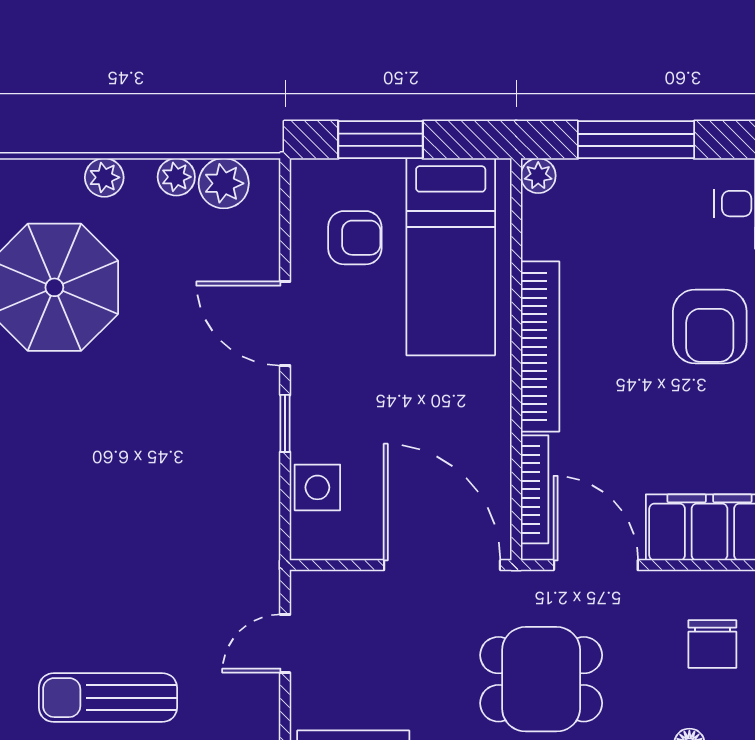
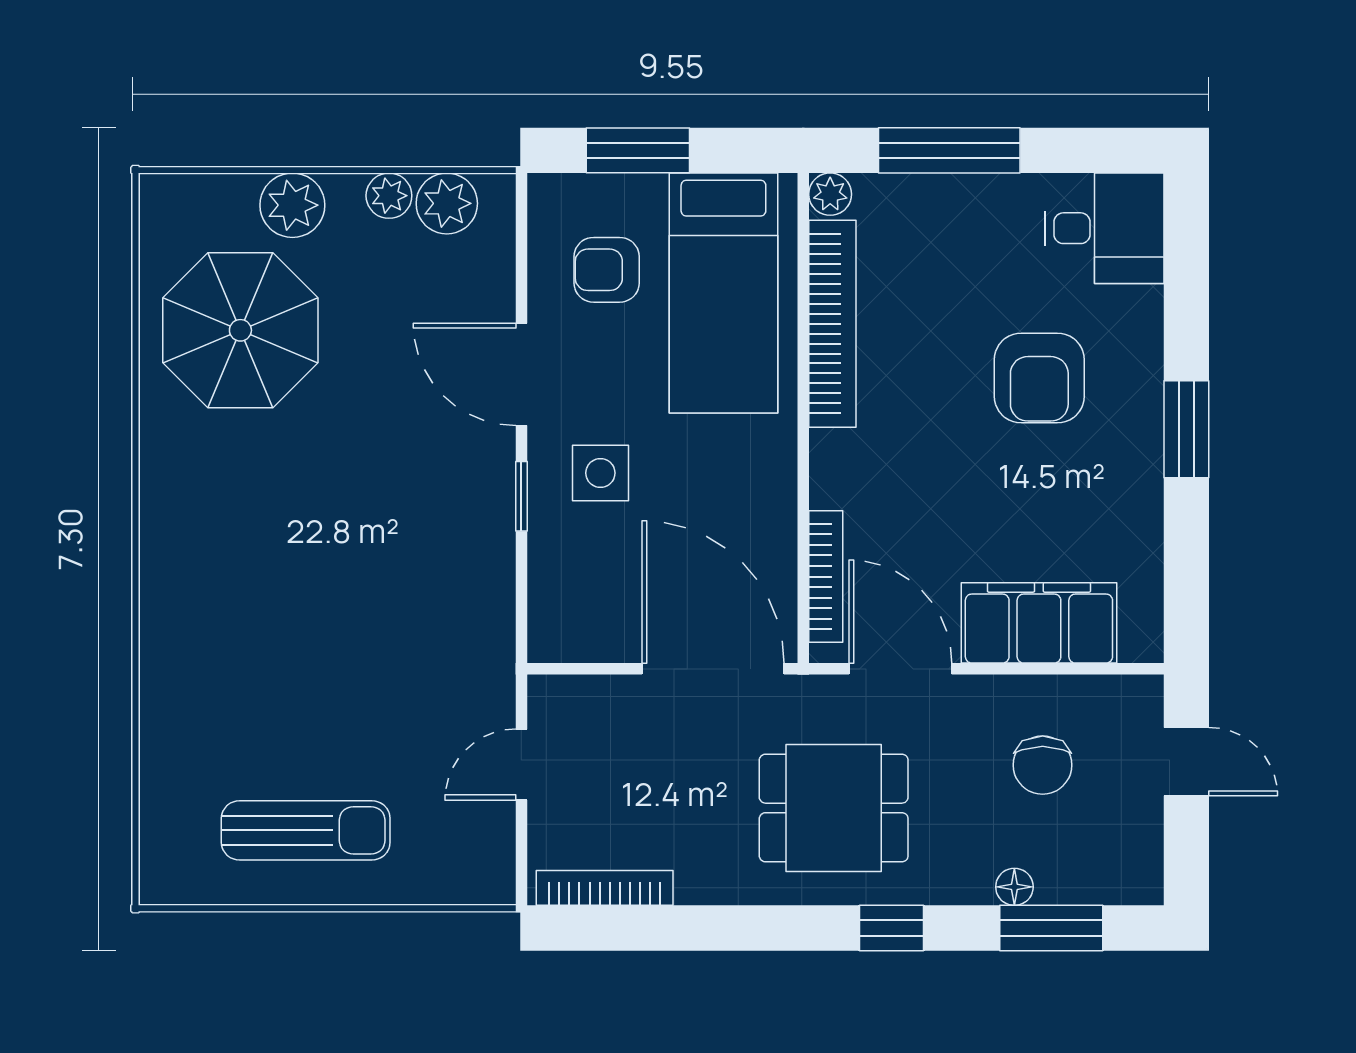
plant: (104, 177) -> (292, 205), width x1.38, depth x1.38
armchair: (355, 238) -> (607, 270), turned 180
bookcase: (540, 347) -> (832, 324), moved
side table: (317, 487) -> (600, 473), moved
sun lounger: (108, 698) -> (306, 830), turned 180

